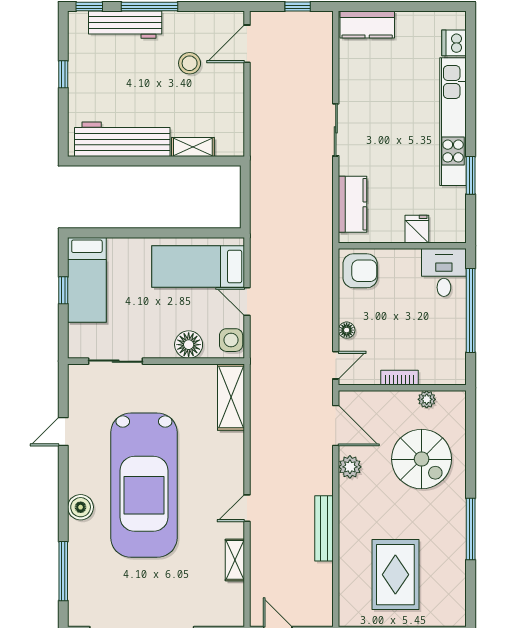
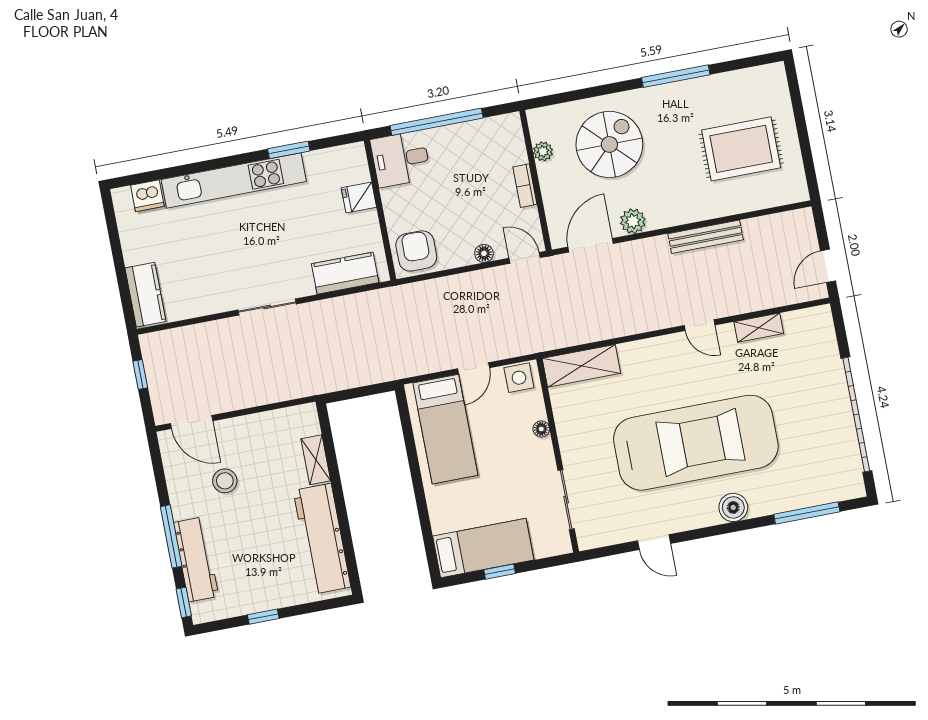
floor lamp: (189, 345) -> (541, 429), width x0.53, depth x0.53

